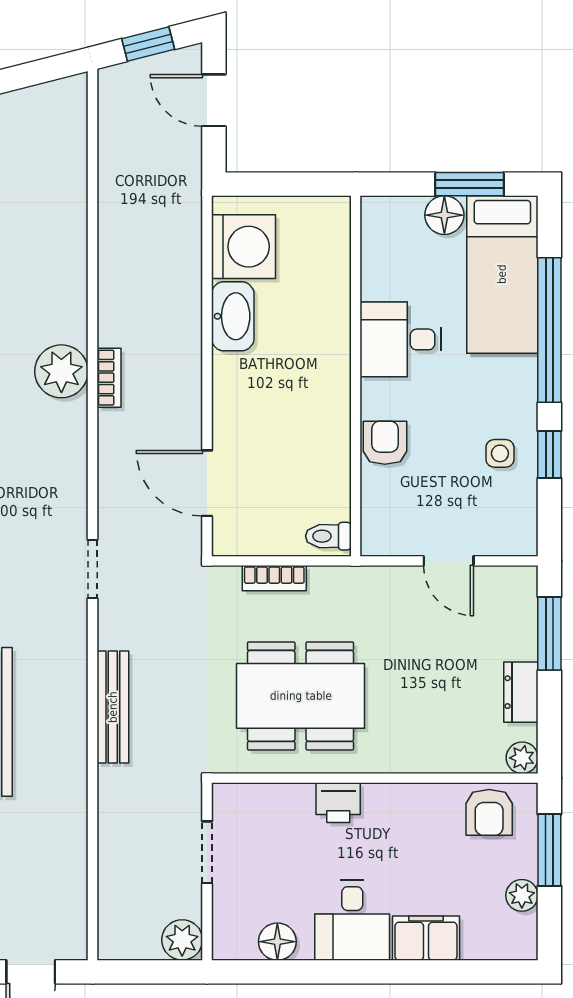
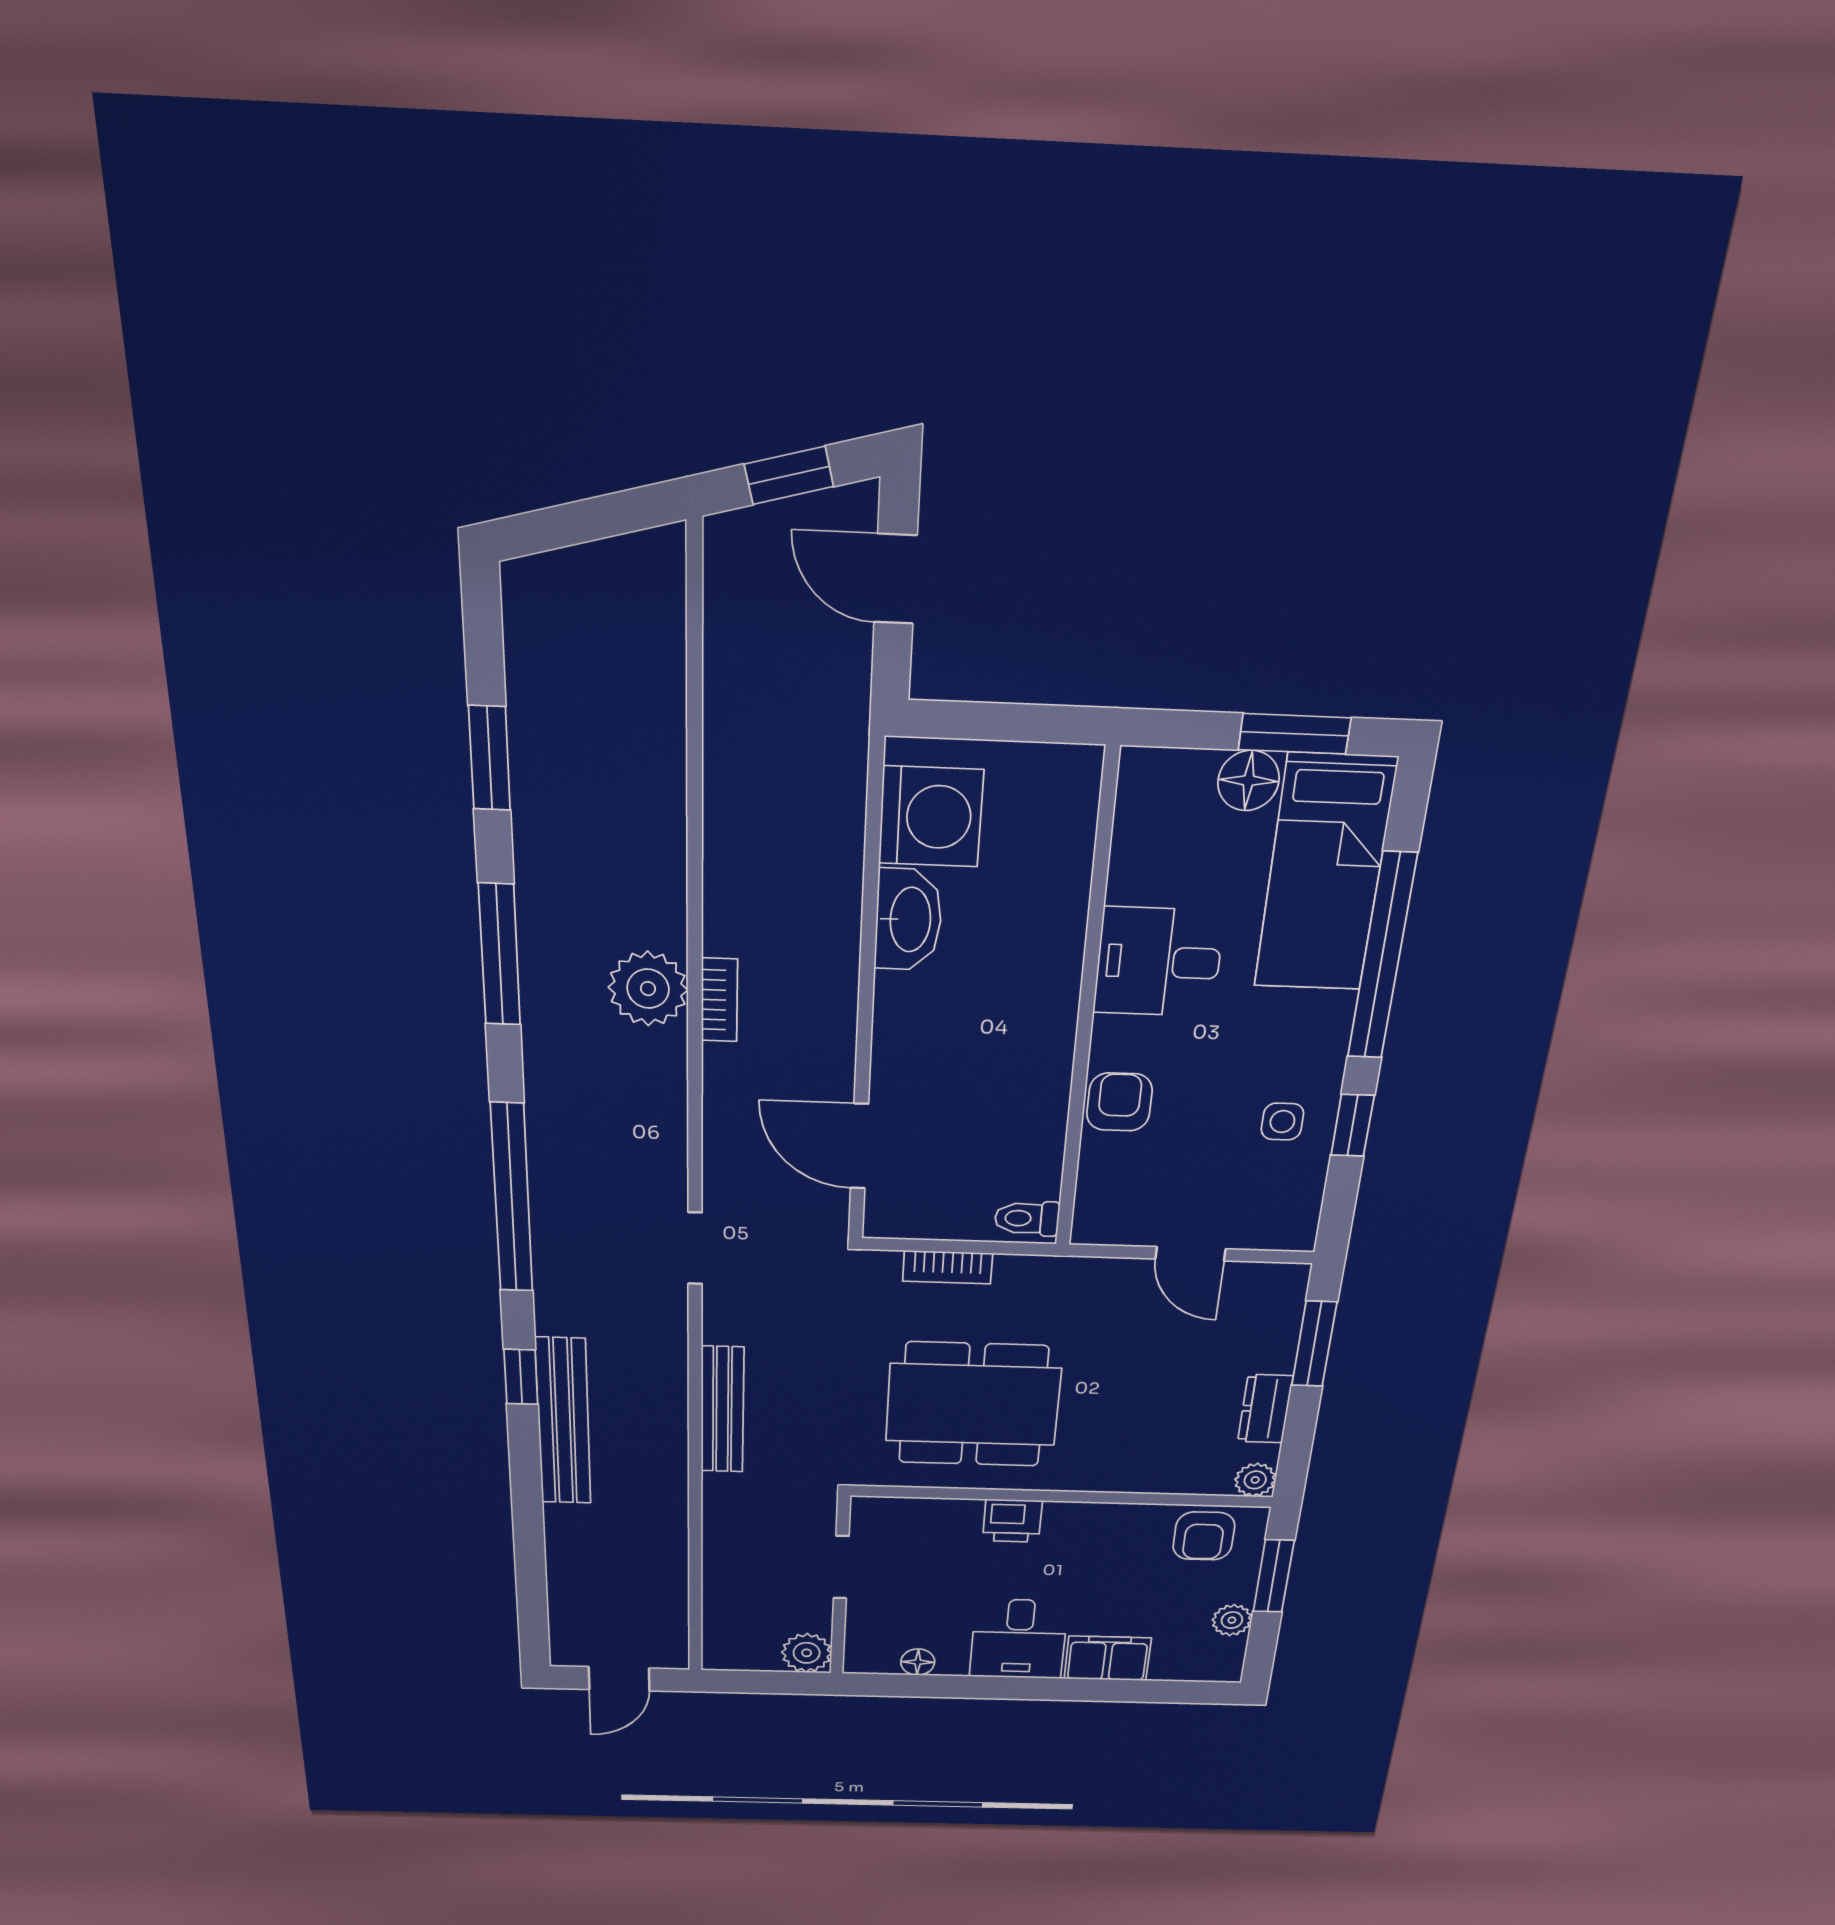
floor lamp: (277, 942) -> (918, 1662), width x0.73, depth x0.73

